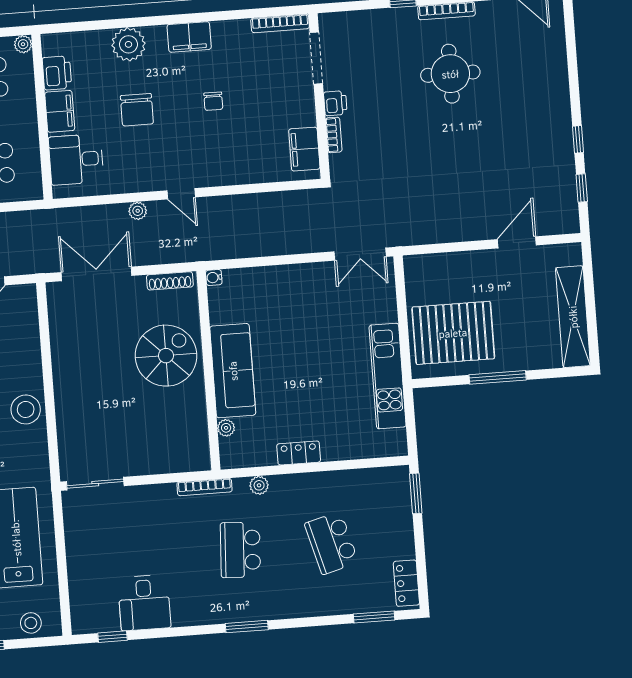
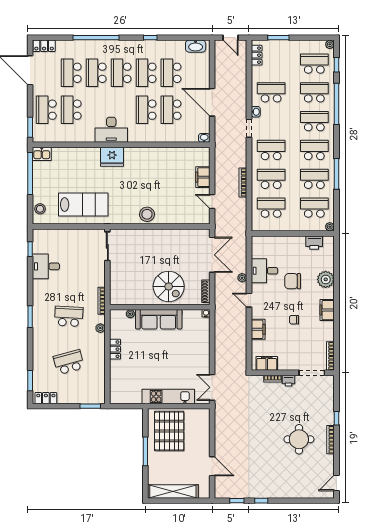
filing cabinet: (60, 111) -> (258, 329), moved, turned -90
desk: (76, 159) -> (264, 271), moved, turned -90
door: (181, 194) -> (249, 300), hinge flipped
kitchen unit: (388, 376) -> (168, 397), moved

